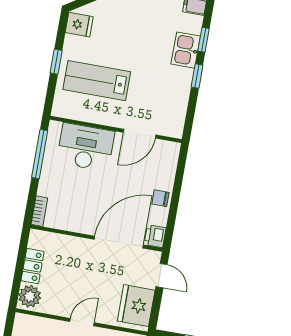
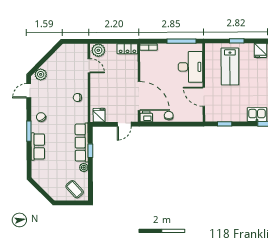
window: (197, 76) -> (225, 124), moved
lab bench: (97, 81) -> (230, 66), turned 180
locker: (33, 266) -> (127, 49), moved
fridge: (136, 306) -> (99, 115), width x0.53, depth x0.75
door: (82, 322) -> (89, 66), moved

